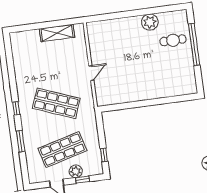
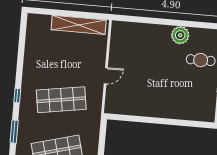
shelving: (57, 33) -> (79, 25), width x1.47
shop shelf: (56, 103) -> (61, 100), turned -30

